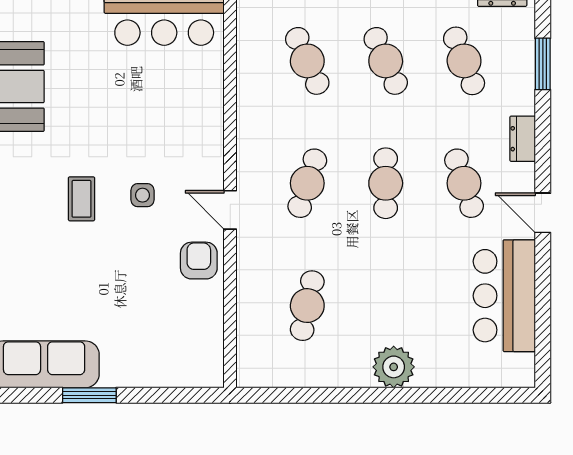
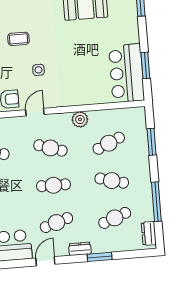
cafe table: (386, 61) -> (112, 181), turned 39
window: (543, 64) -> (100, 257), moved
plant: (253, 117) -> (80, 119), added
coffee table: (82, 199) -> (18, 39), moved

